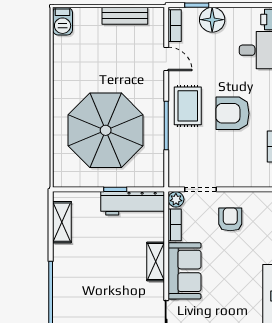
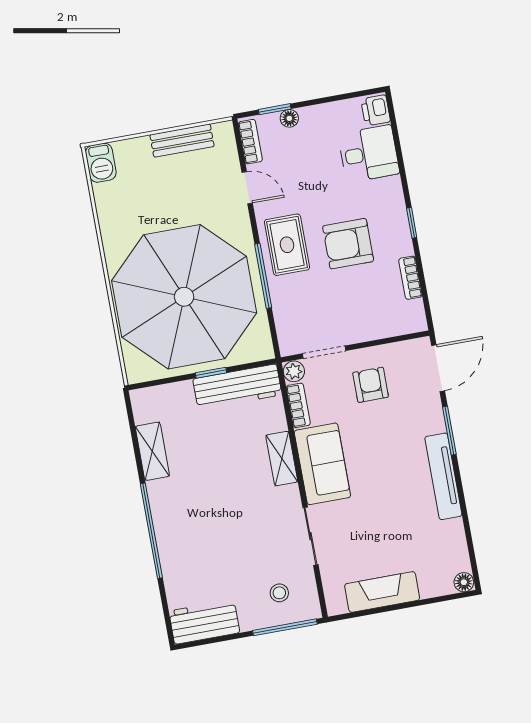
floor lamp: (212, 20) -> (289, 118), width x0.53, depth x0.53
parasol: (106, 130) -> (184, 297), width x1.36, depth x1.36
shelving: (62, 222) -> (152, 451), moved

